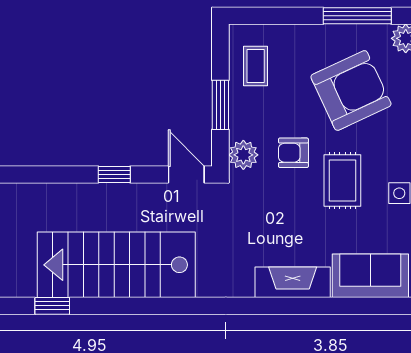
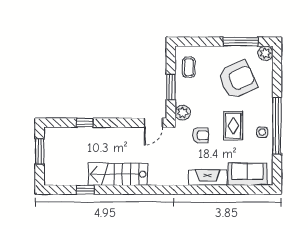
armchair: (293, 153) -> (201, 135), moved, turned 180
window: (114, 175) -> (85, 123), moved
door: (186, 175) -> (153, 123), swing flipped
stairs: (116, 265) -> (118, 174), width x0.73, depth x0.66

